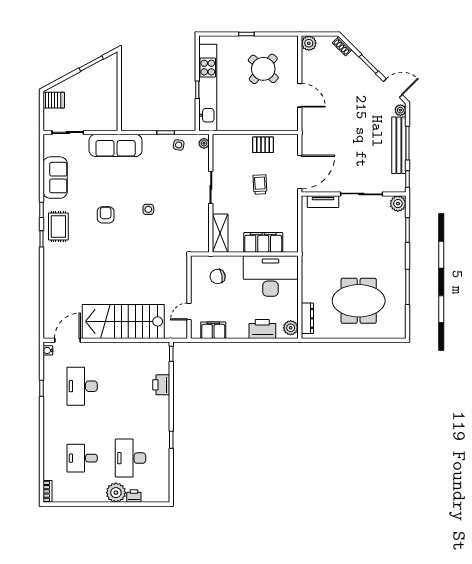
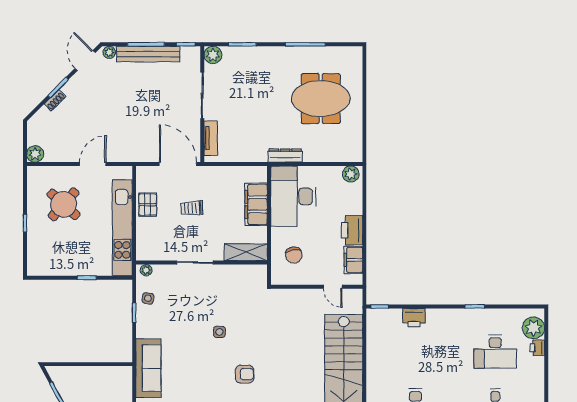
shoe rack: (342, 46) -> (55, 100), moved
kitchen unit: (208, 87) -> (122, 228), moved, turned -90
armchair: (106, 215) -> (245, 374), moved, turned 180
meeting table: (359, 301) -> (321, 99), turned 90
dresser: (307, 318) -> (285, 156), moved
printer: (262, 329) -> (352, 230), moved
plant: (116, 493) -> (534, 328), moved

